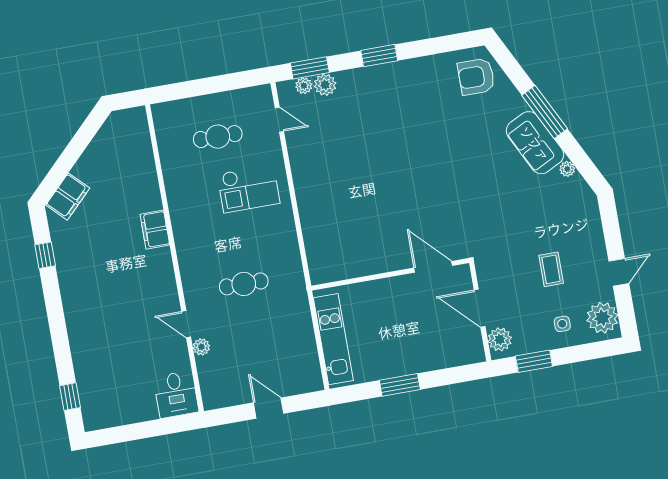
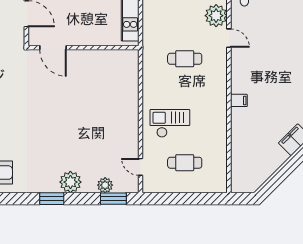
window: (379, 56) -> (52, 199), moved
plant: (304, 86) -> (70, 182), moved, width x1.88, depth x1.88
filing cabinet: (155, 230) -> (239, 100), width x0.50
plant: (201, 347) -> (216, 16), width x1.87, depth x1.87

